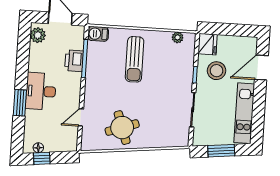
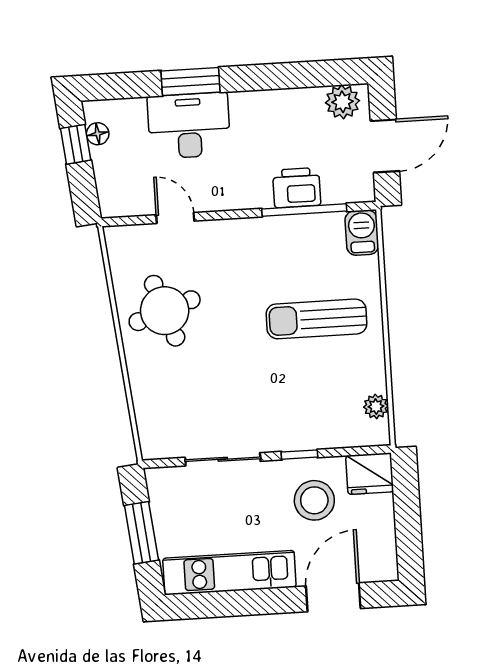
door: (261, 68) -> (333, 597), hinge flipped
desk: (41, 91) -> (189, 126), moved

